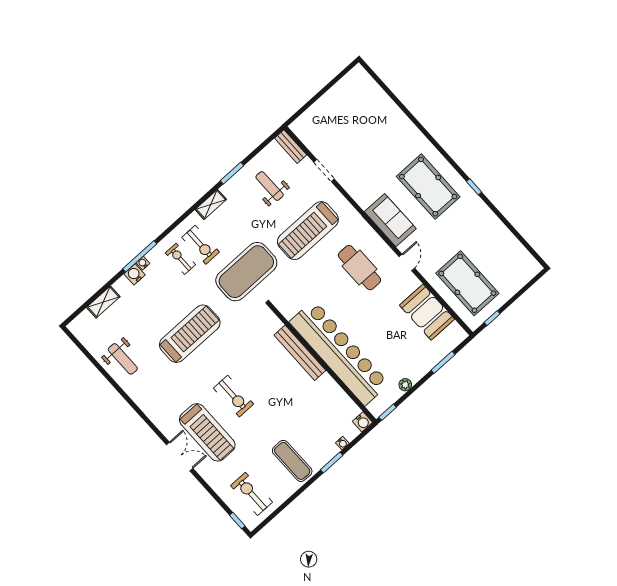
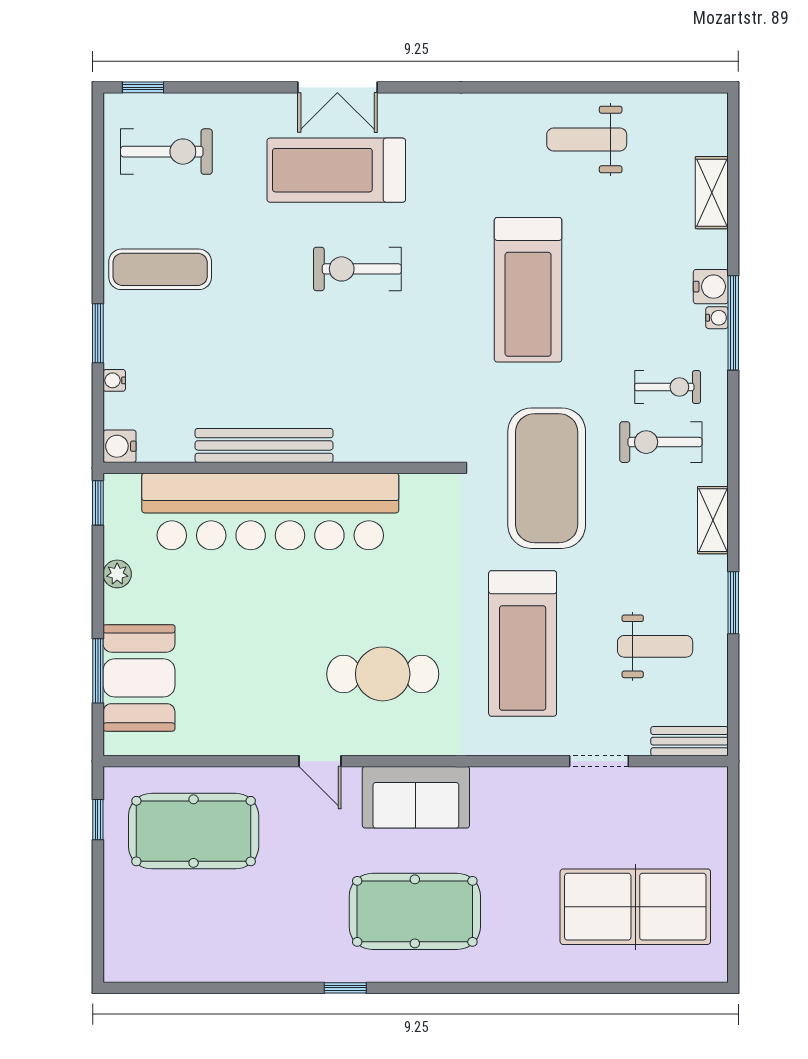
table tennis table: (361, 115) -> (635, 907), added
treadmill: (308, 231) -> (523, 643), turned 180
booth: (427, 312) -> (139, 678), moved, turned 90
bench: (300, 353) -> (264, 445), moved

